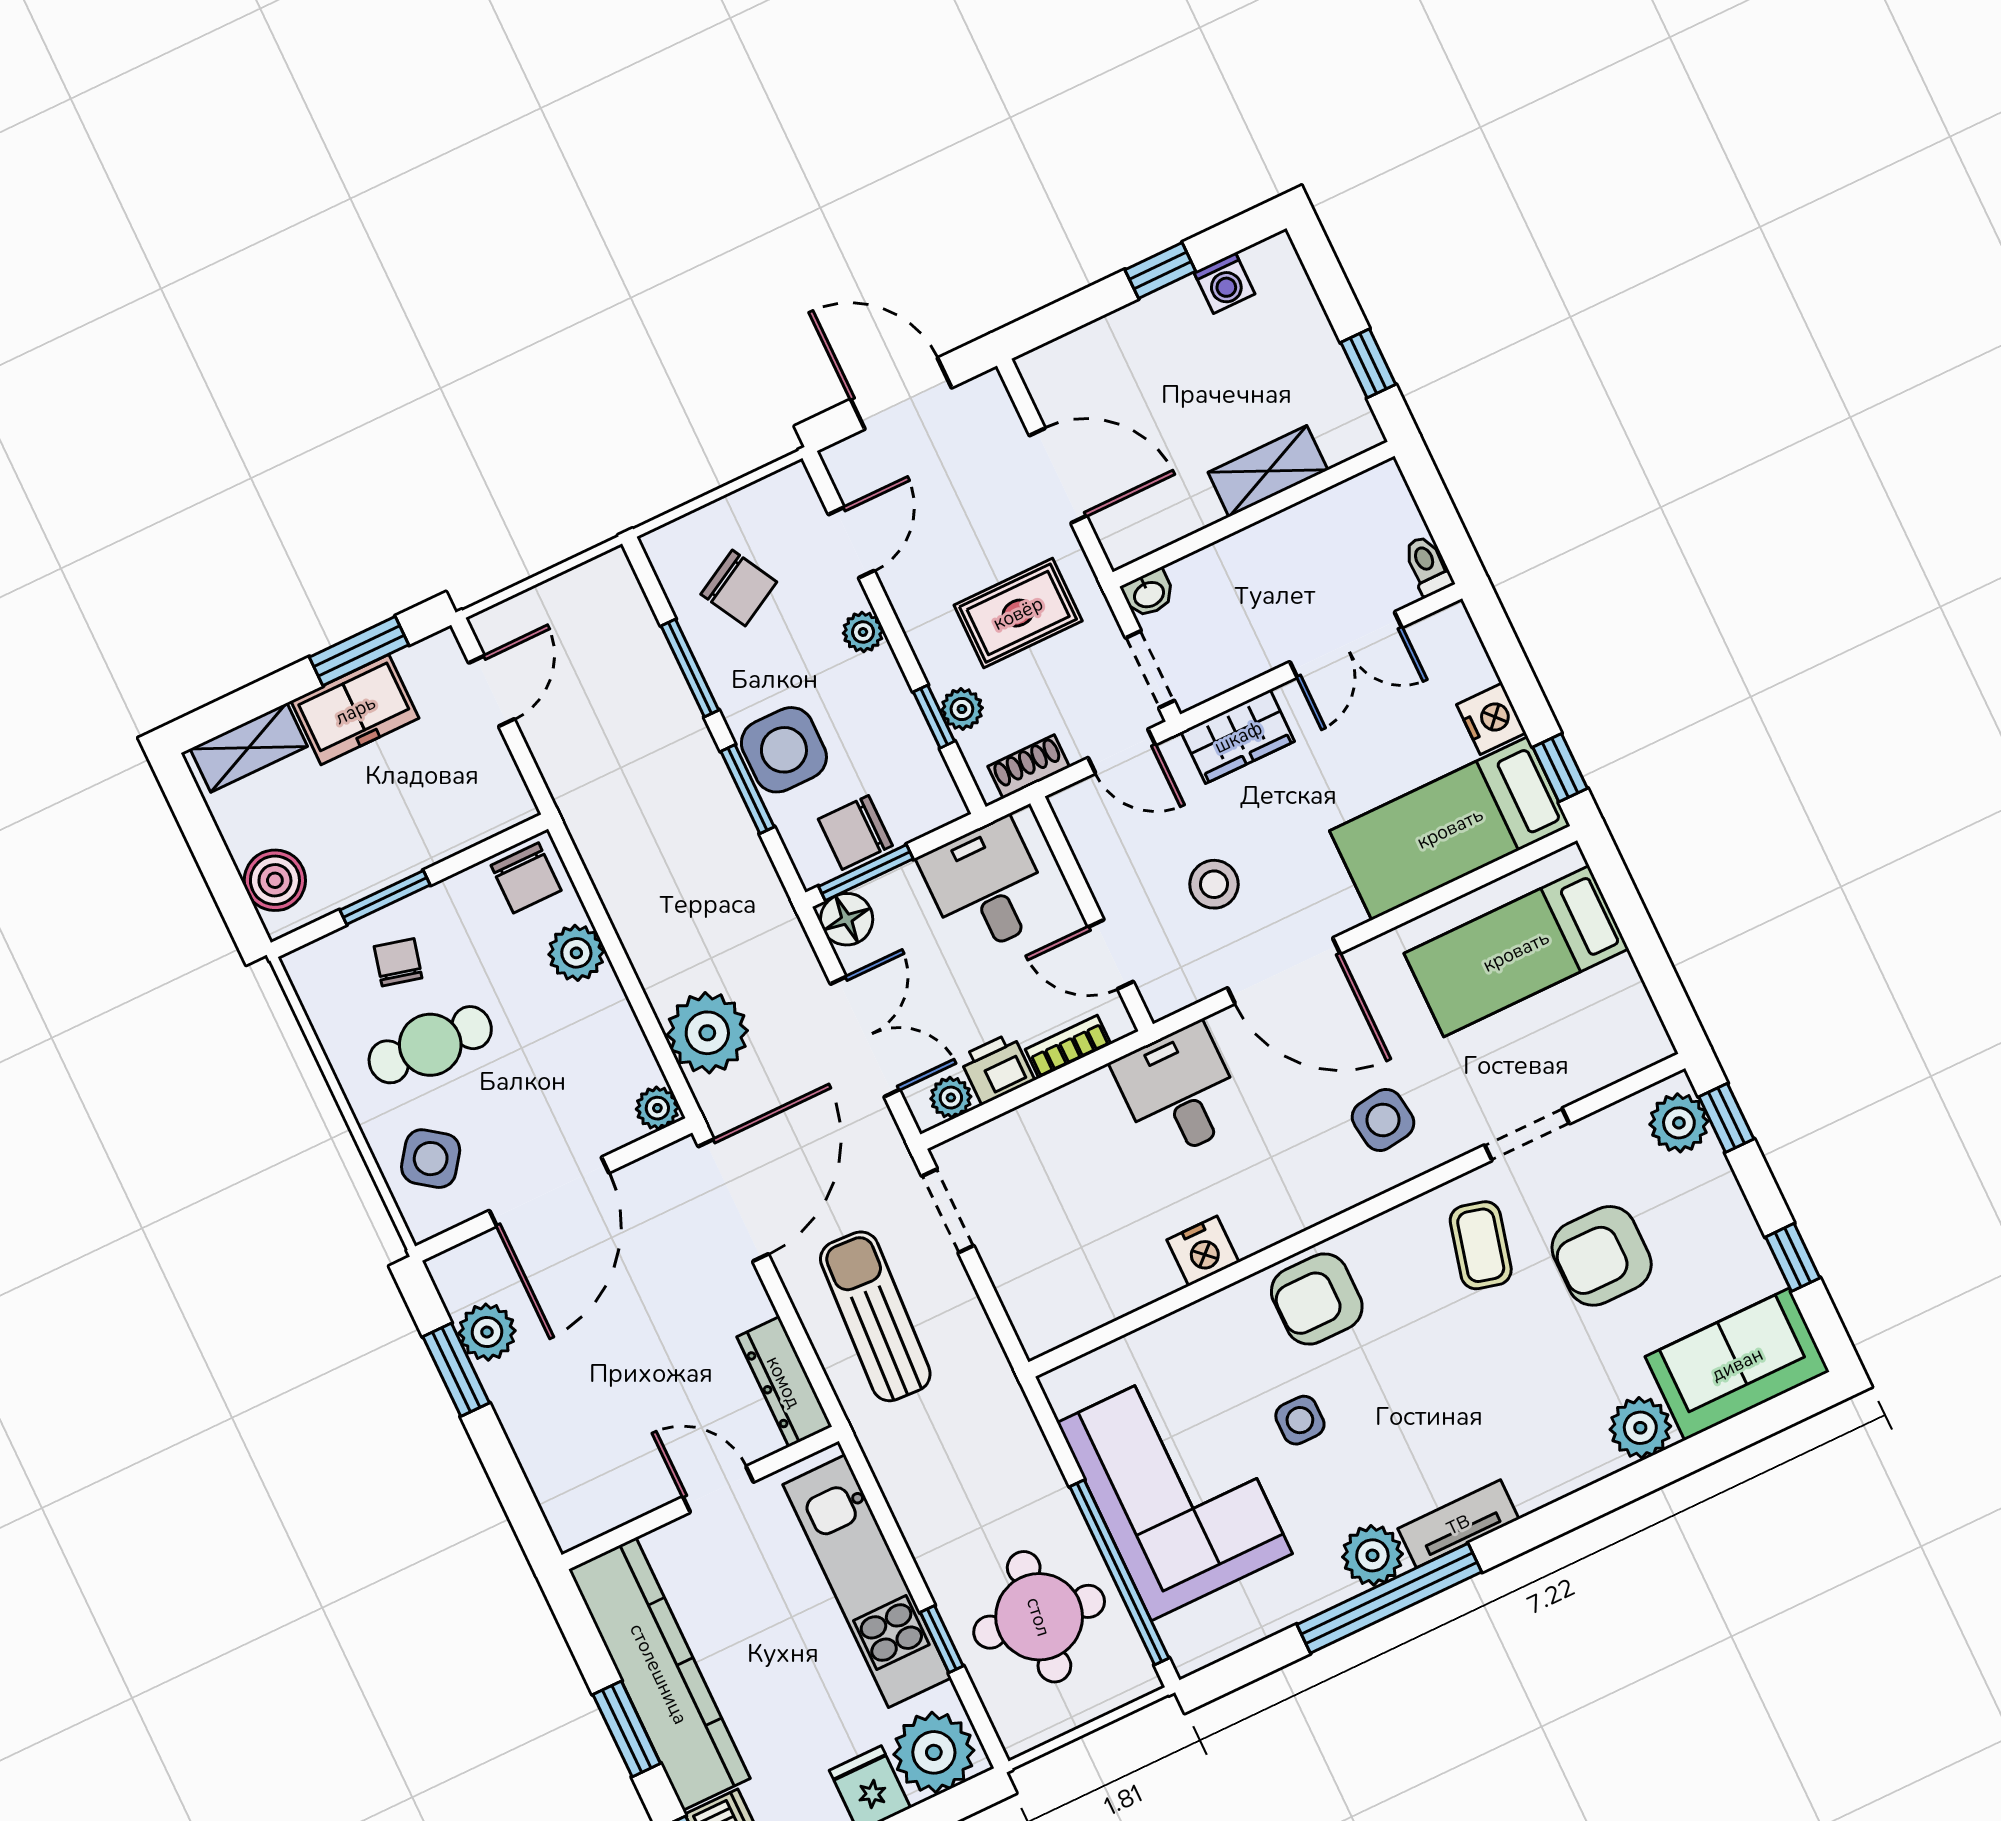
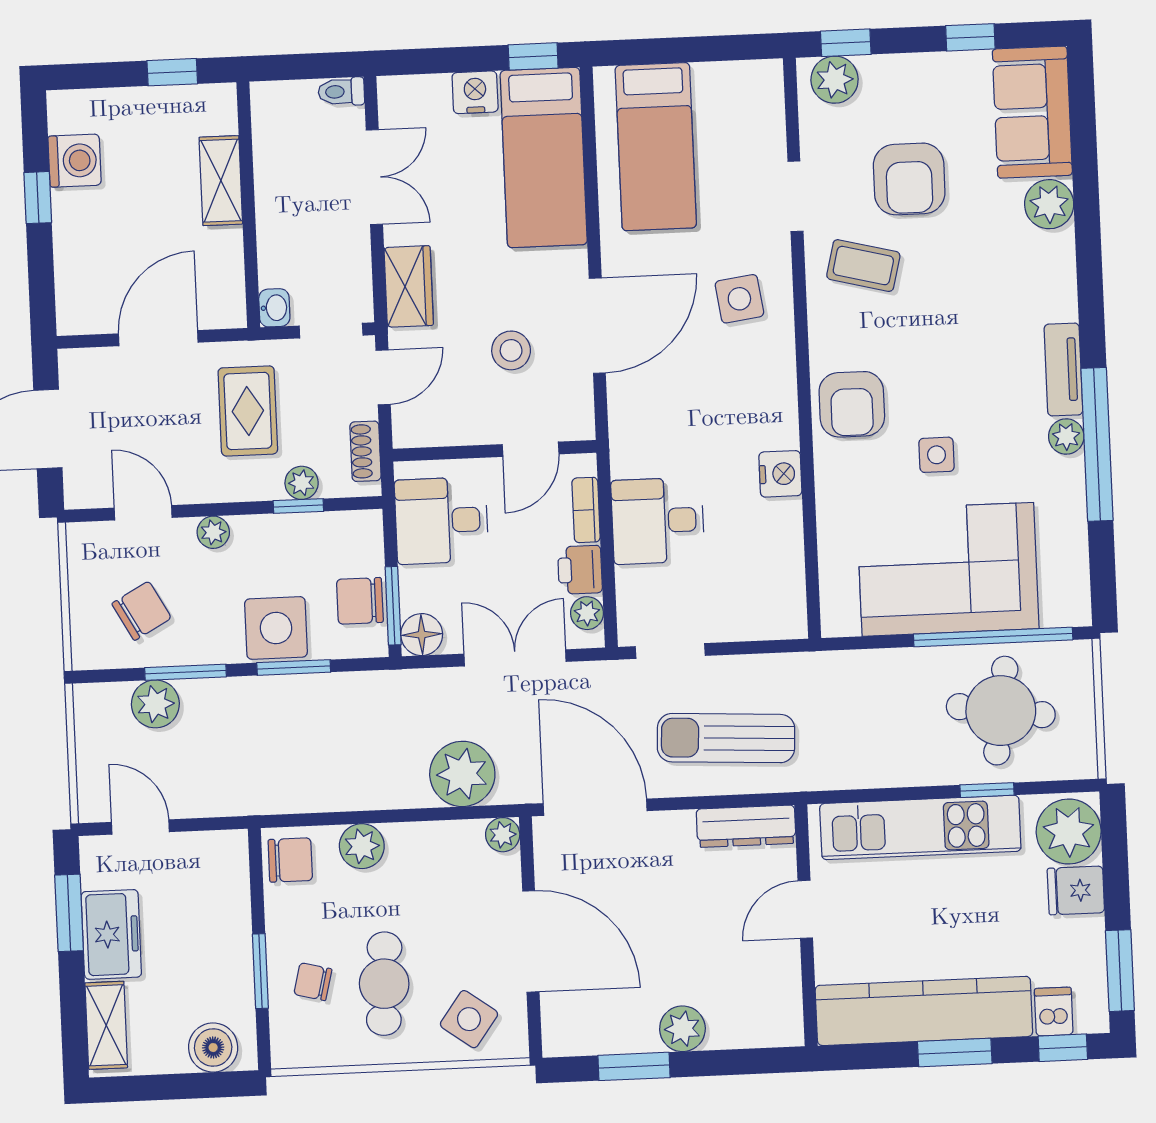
washing machine: (1224, 283) -> (75, 161), width x1.38, depth x1.38
plant: (639, 649) -> (155, 704), added
chair: (855, 832) -> (360, 601), turned 90
desk: (1179, 1091) -> (658, 521), moved
plant: (487, 1332) -> (682, 1029), moved
plant: (1372, 1555) -> (1066, 437), width x0.73, depth x0.73

